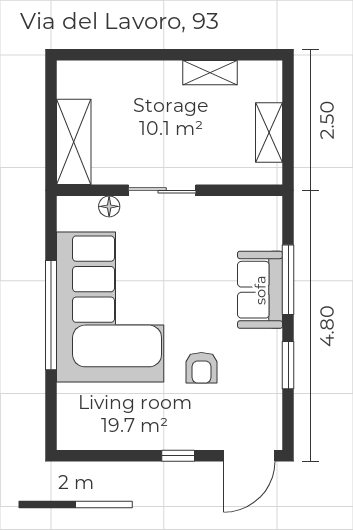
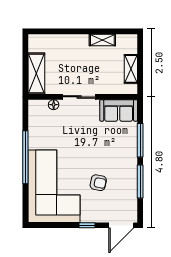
sofa: (260, 290) -> (119, 110), moved, turned -90
corner sofa: (110, 307) -> (54, 186), moved
window: (288, 365) -> (140, 181), width x1.44
armchair: (201, 368) -> (98, 183), turned -78

